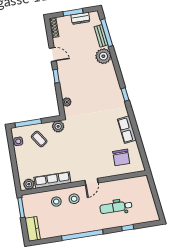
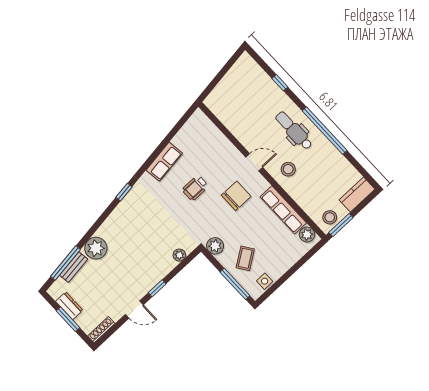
door: (53, 55) -> (134, 310), swing flipped
wheelchair: (100, 137) -> (195, 188), added
chair: (121, 157) -> (236, 196), moved
stool: (56, 202) -> (330, 217), moved
dental chair: (116, 207) -> (294, 131), moved, turned 180

